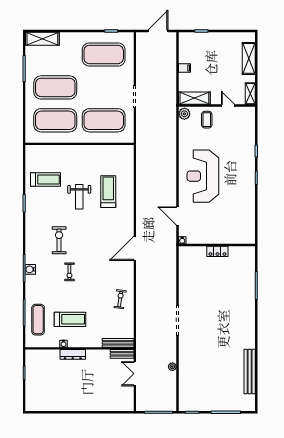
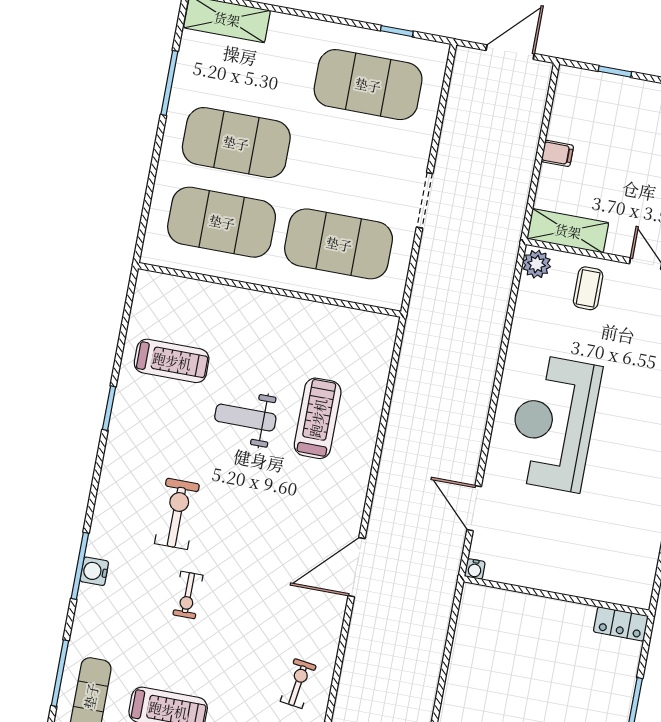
weight bench: (79, 197) -> (245, 418), turned 90
locker: (217, 251) -> (621, 624), moved

